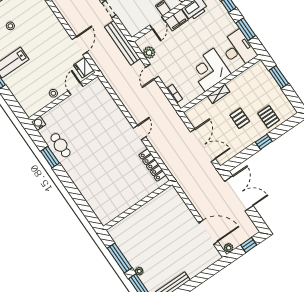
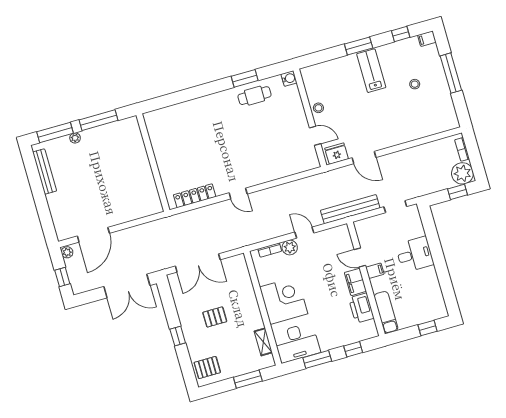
plant: (149, 53) -> (290, 247), moved
shelving: (219, 94) -> (263, 342), moved
pallet: (269, 117) -> (207, 367), moved

